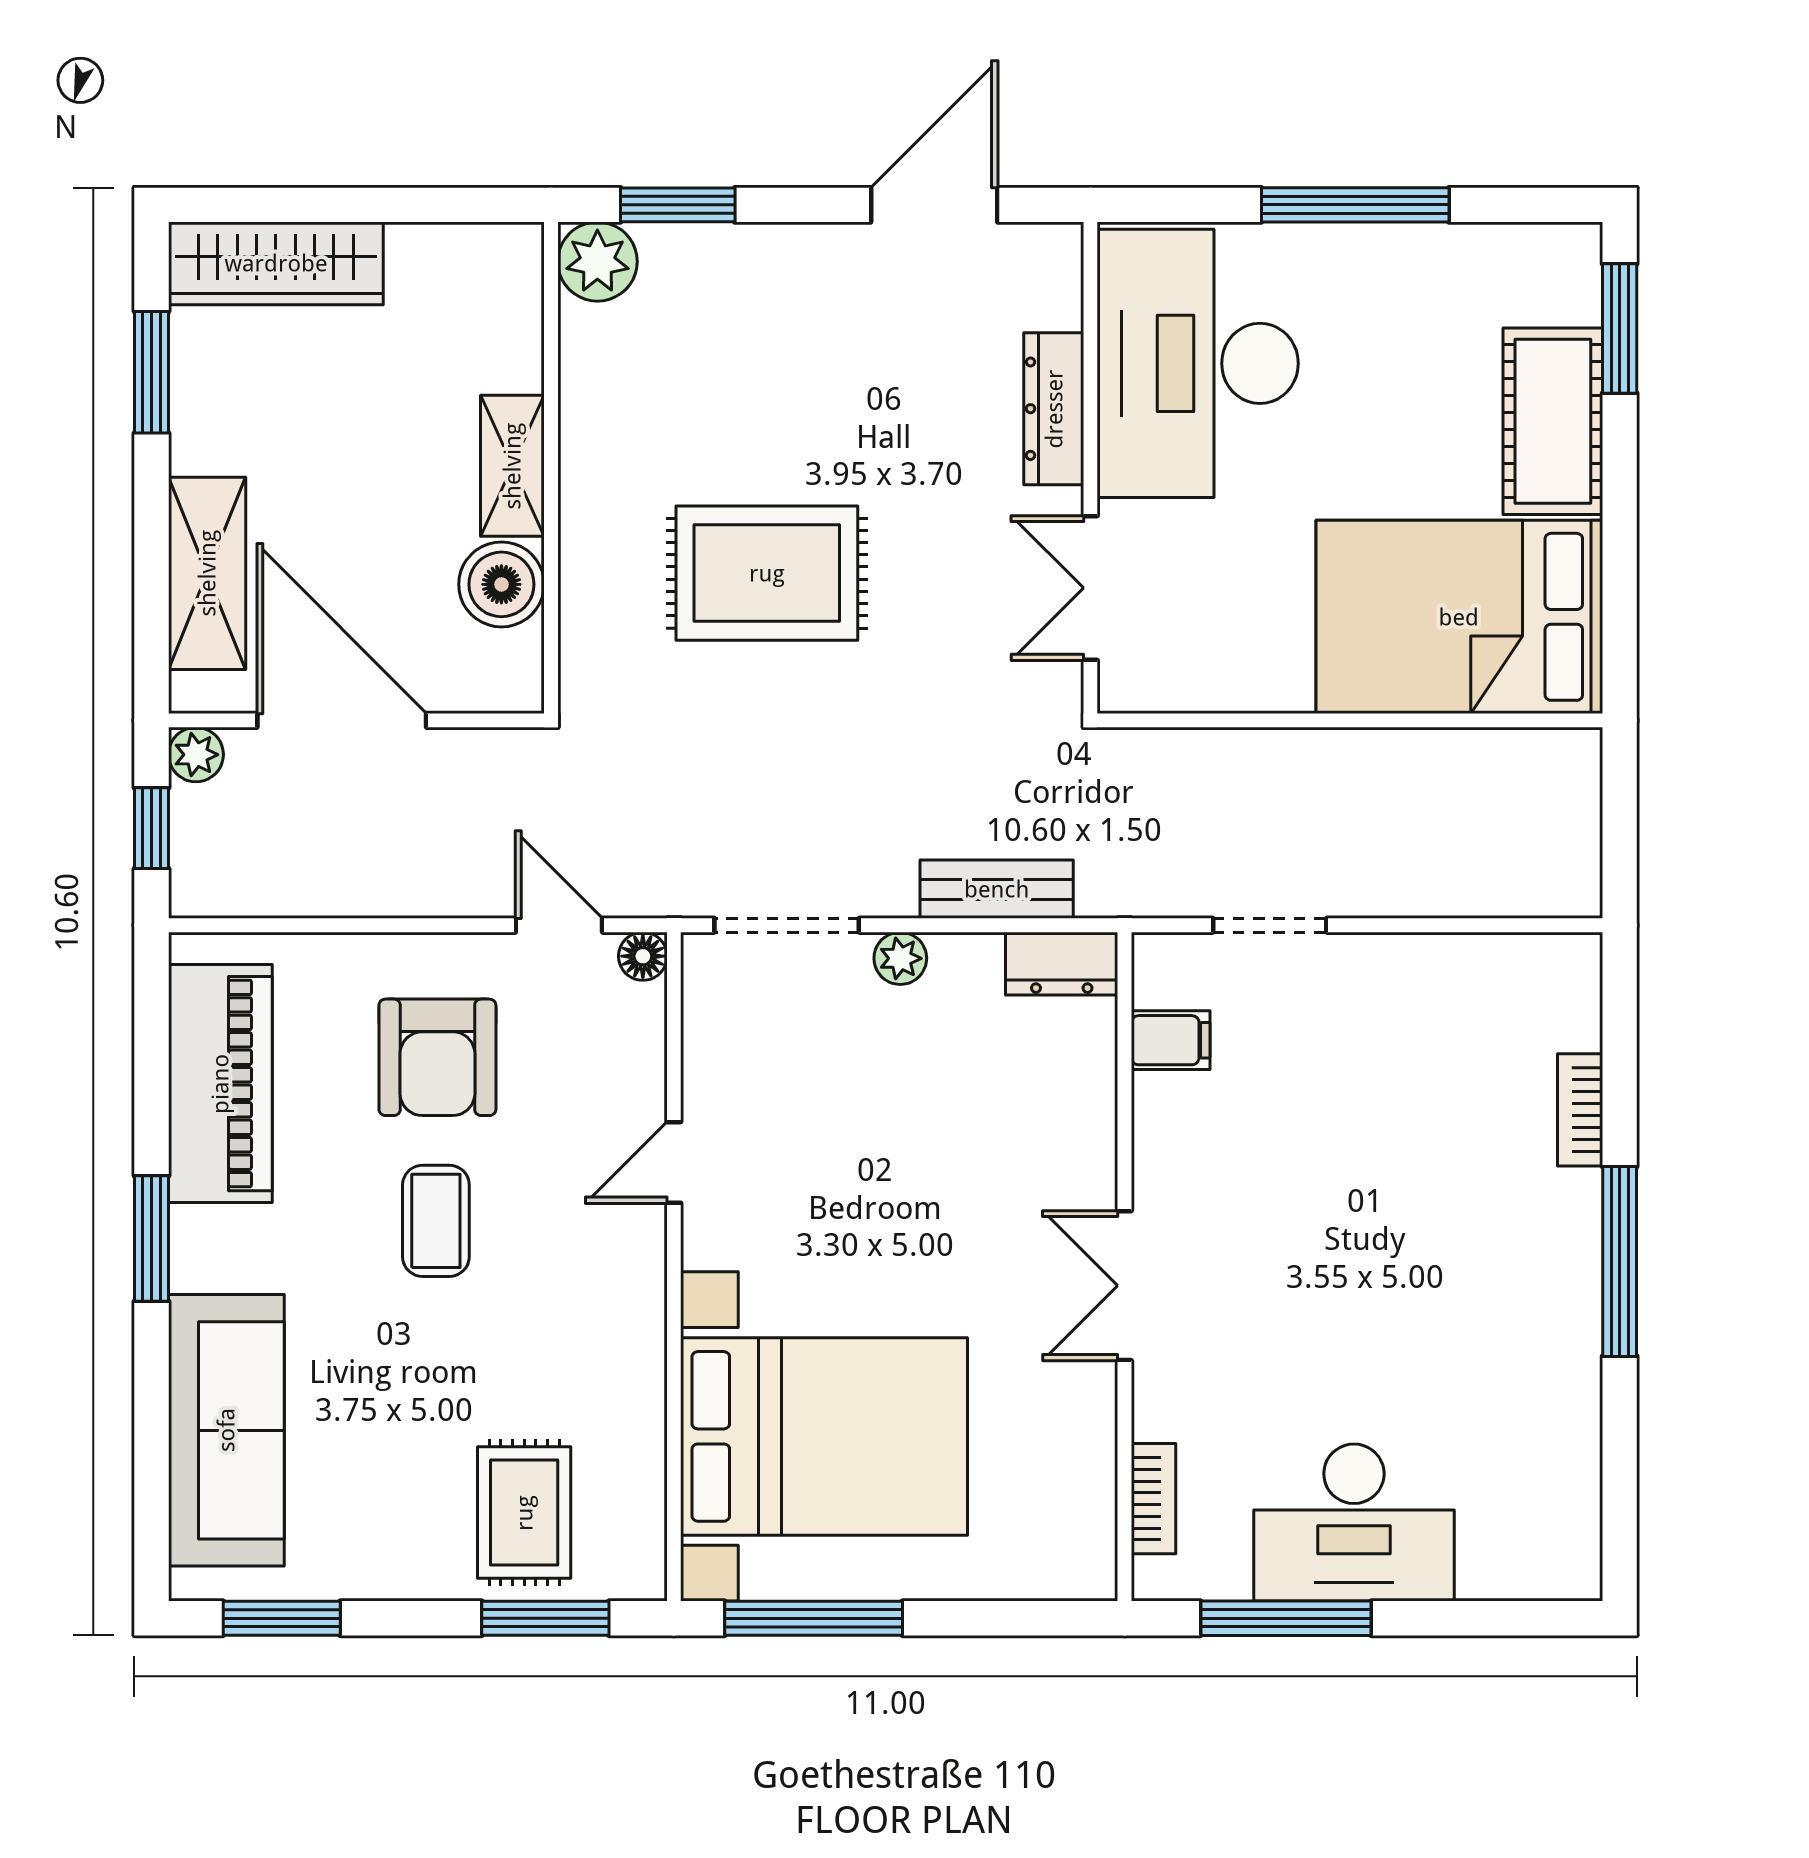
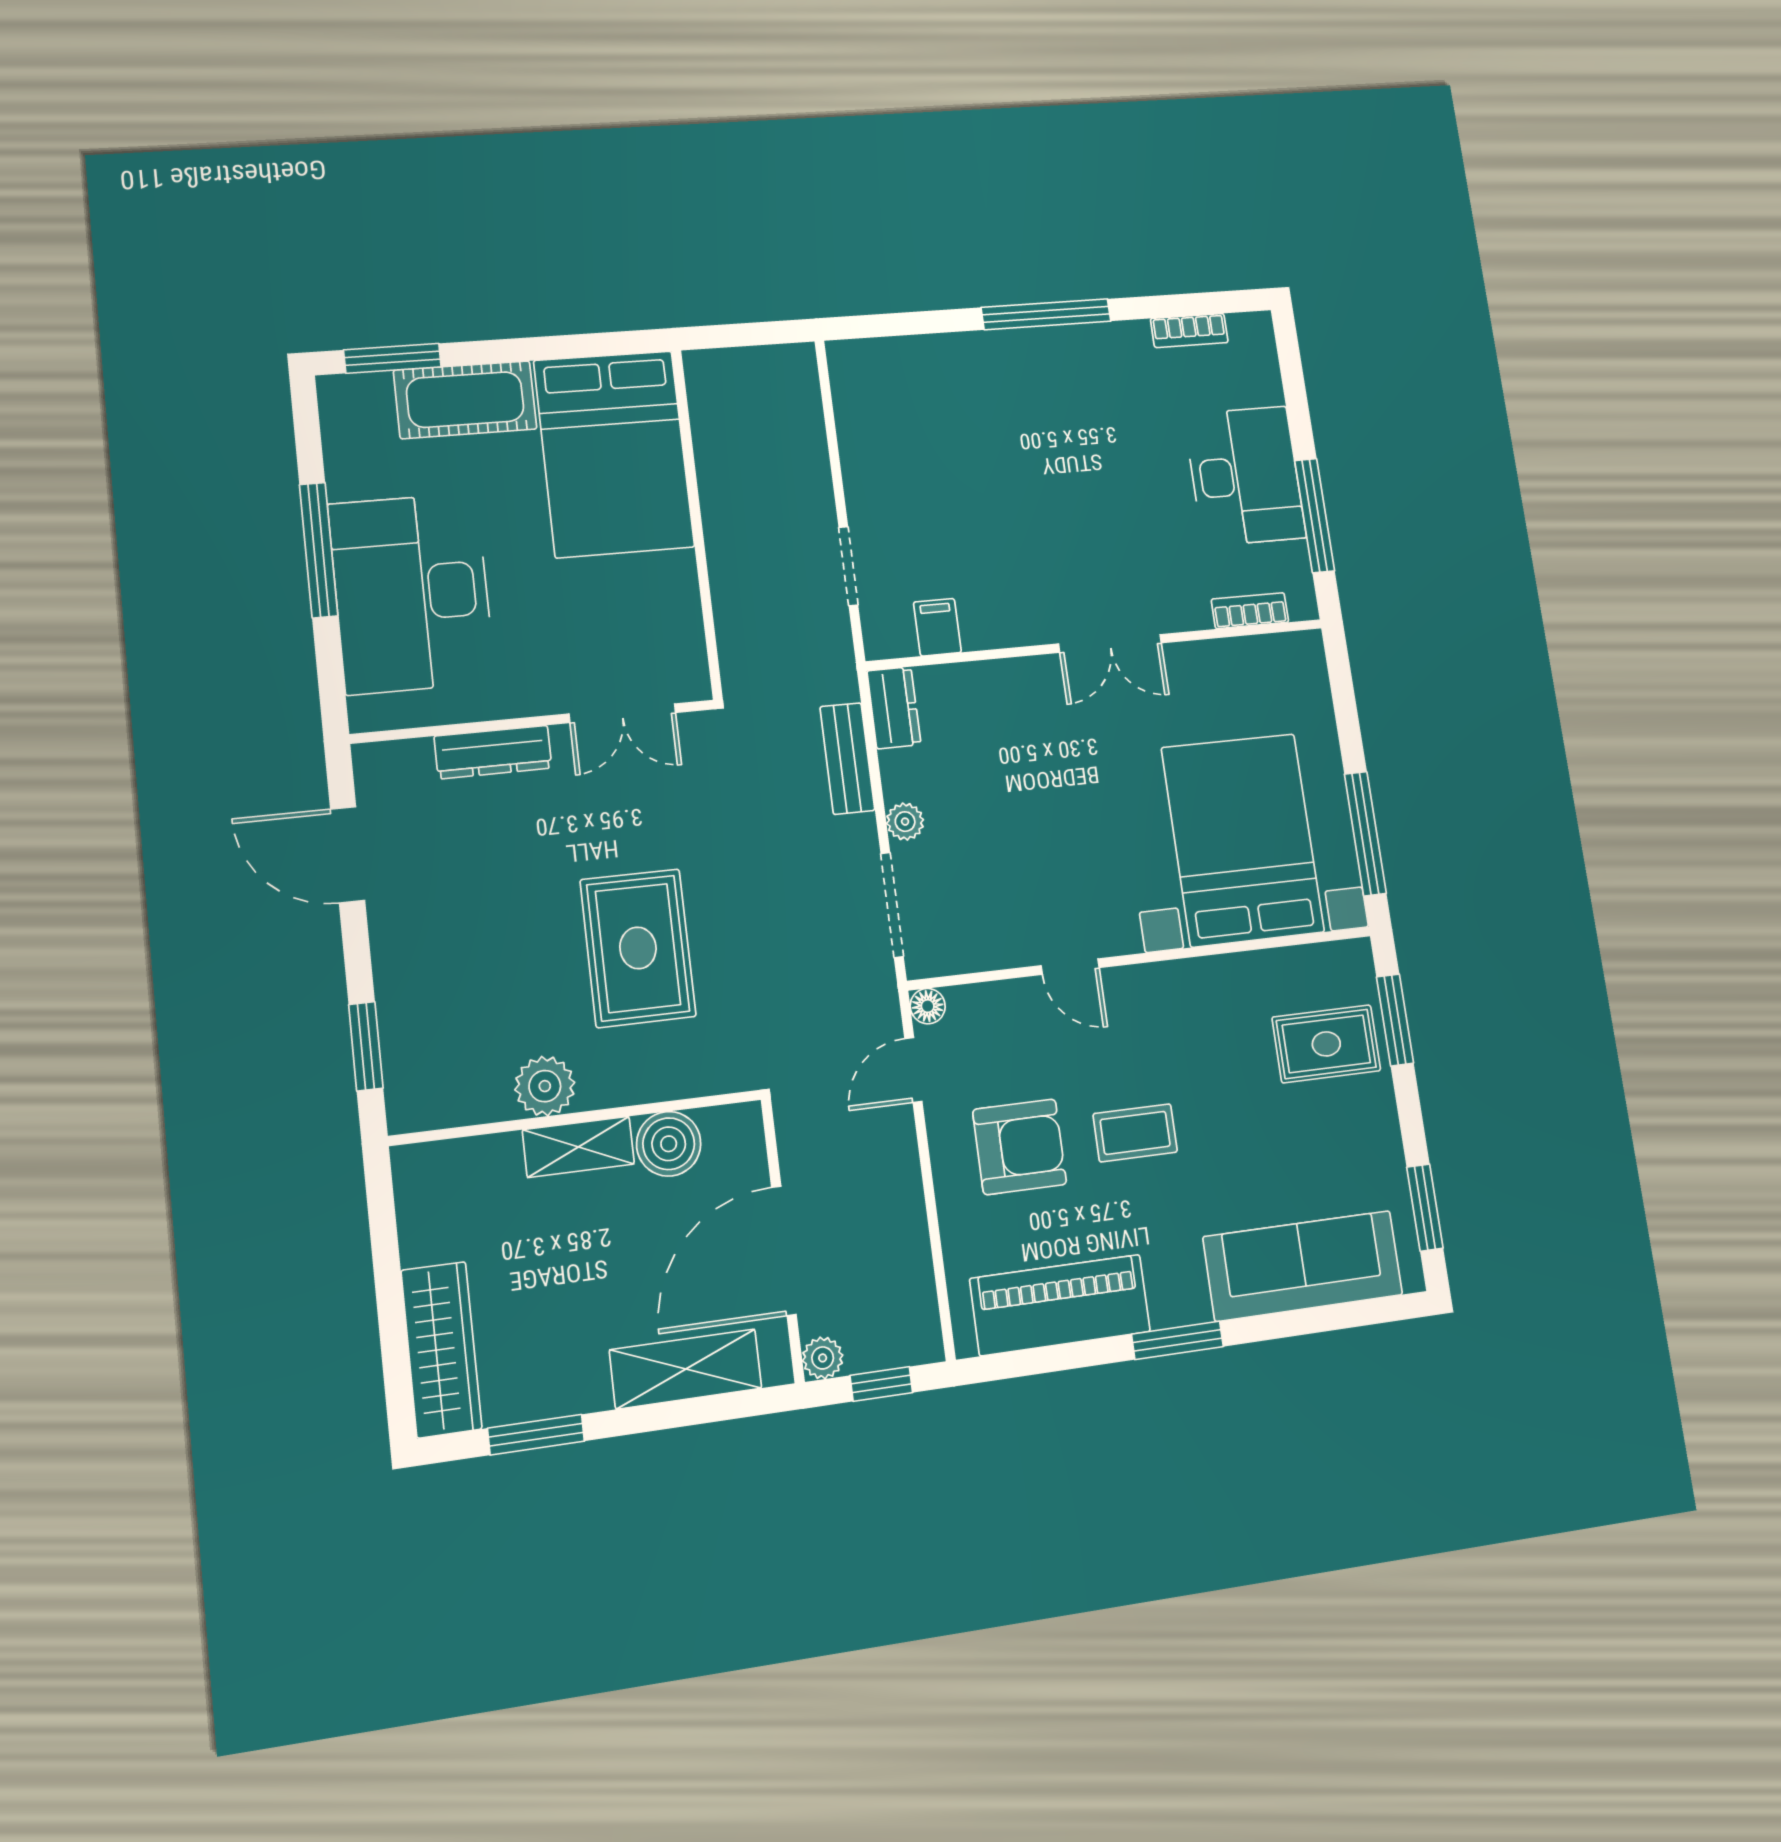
plant: (597, 262) -> (545, 1086), moved
desk: (1198, 363) -> (412, 593), moved, turned 90
bookcase: (1580, 1110) -> (1189, 331), moved

